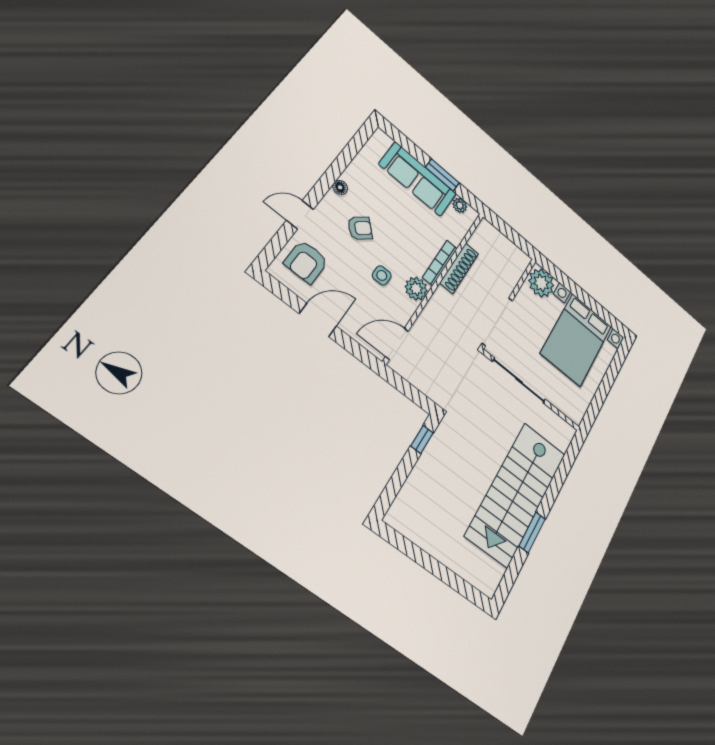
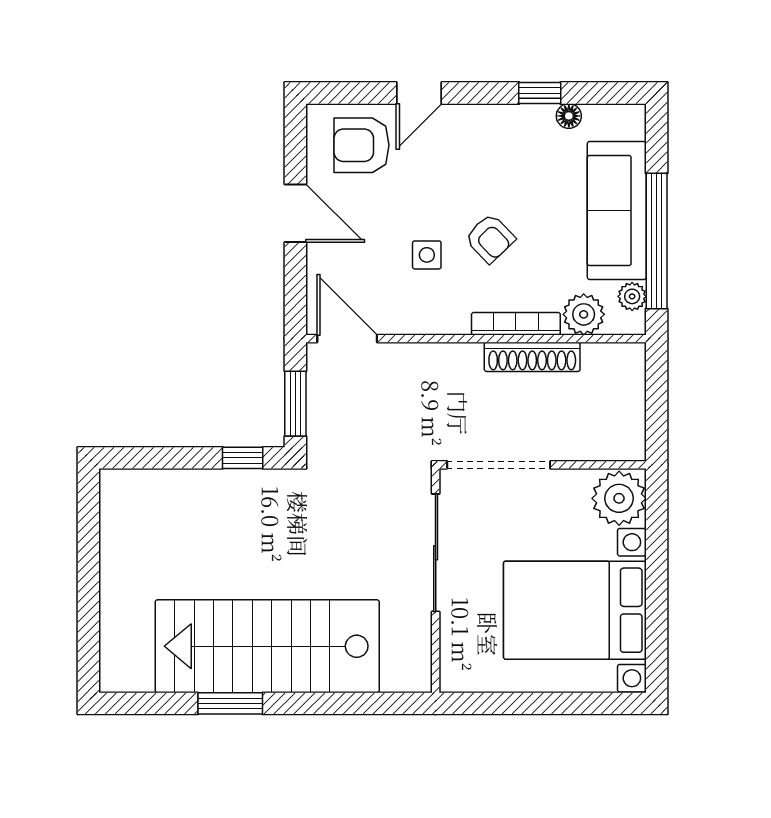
window: (340, 164) -> (540, 93), added
window: (442, 175) -> (657, 241), width x2.11
floor lamp: (340, 187) -> (569, 116), moved
door: (300, 215) -> (419, 93), swing flipped
armchair: (360, 228) -> (490, 238), moved
plant: (416, 289) -> (584, 314), moved
window: (412, 393) -> (295, 404), added

